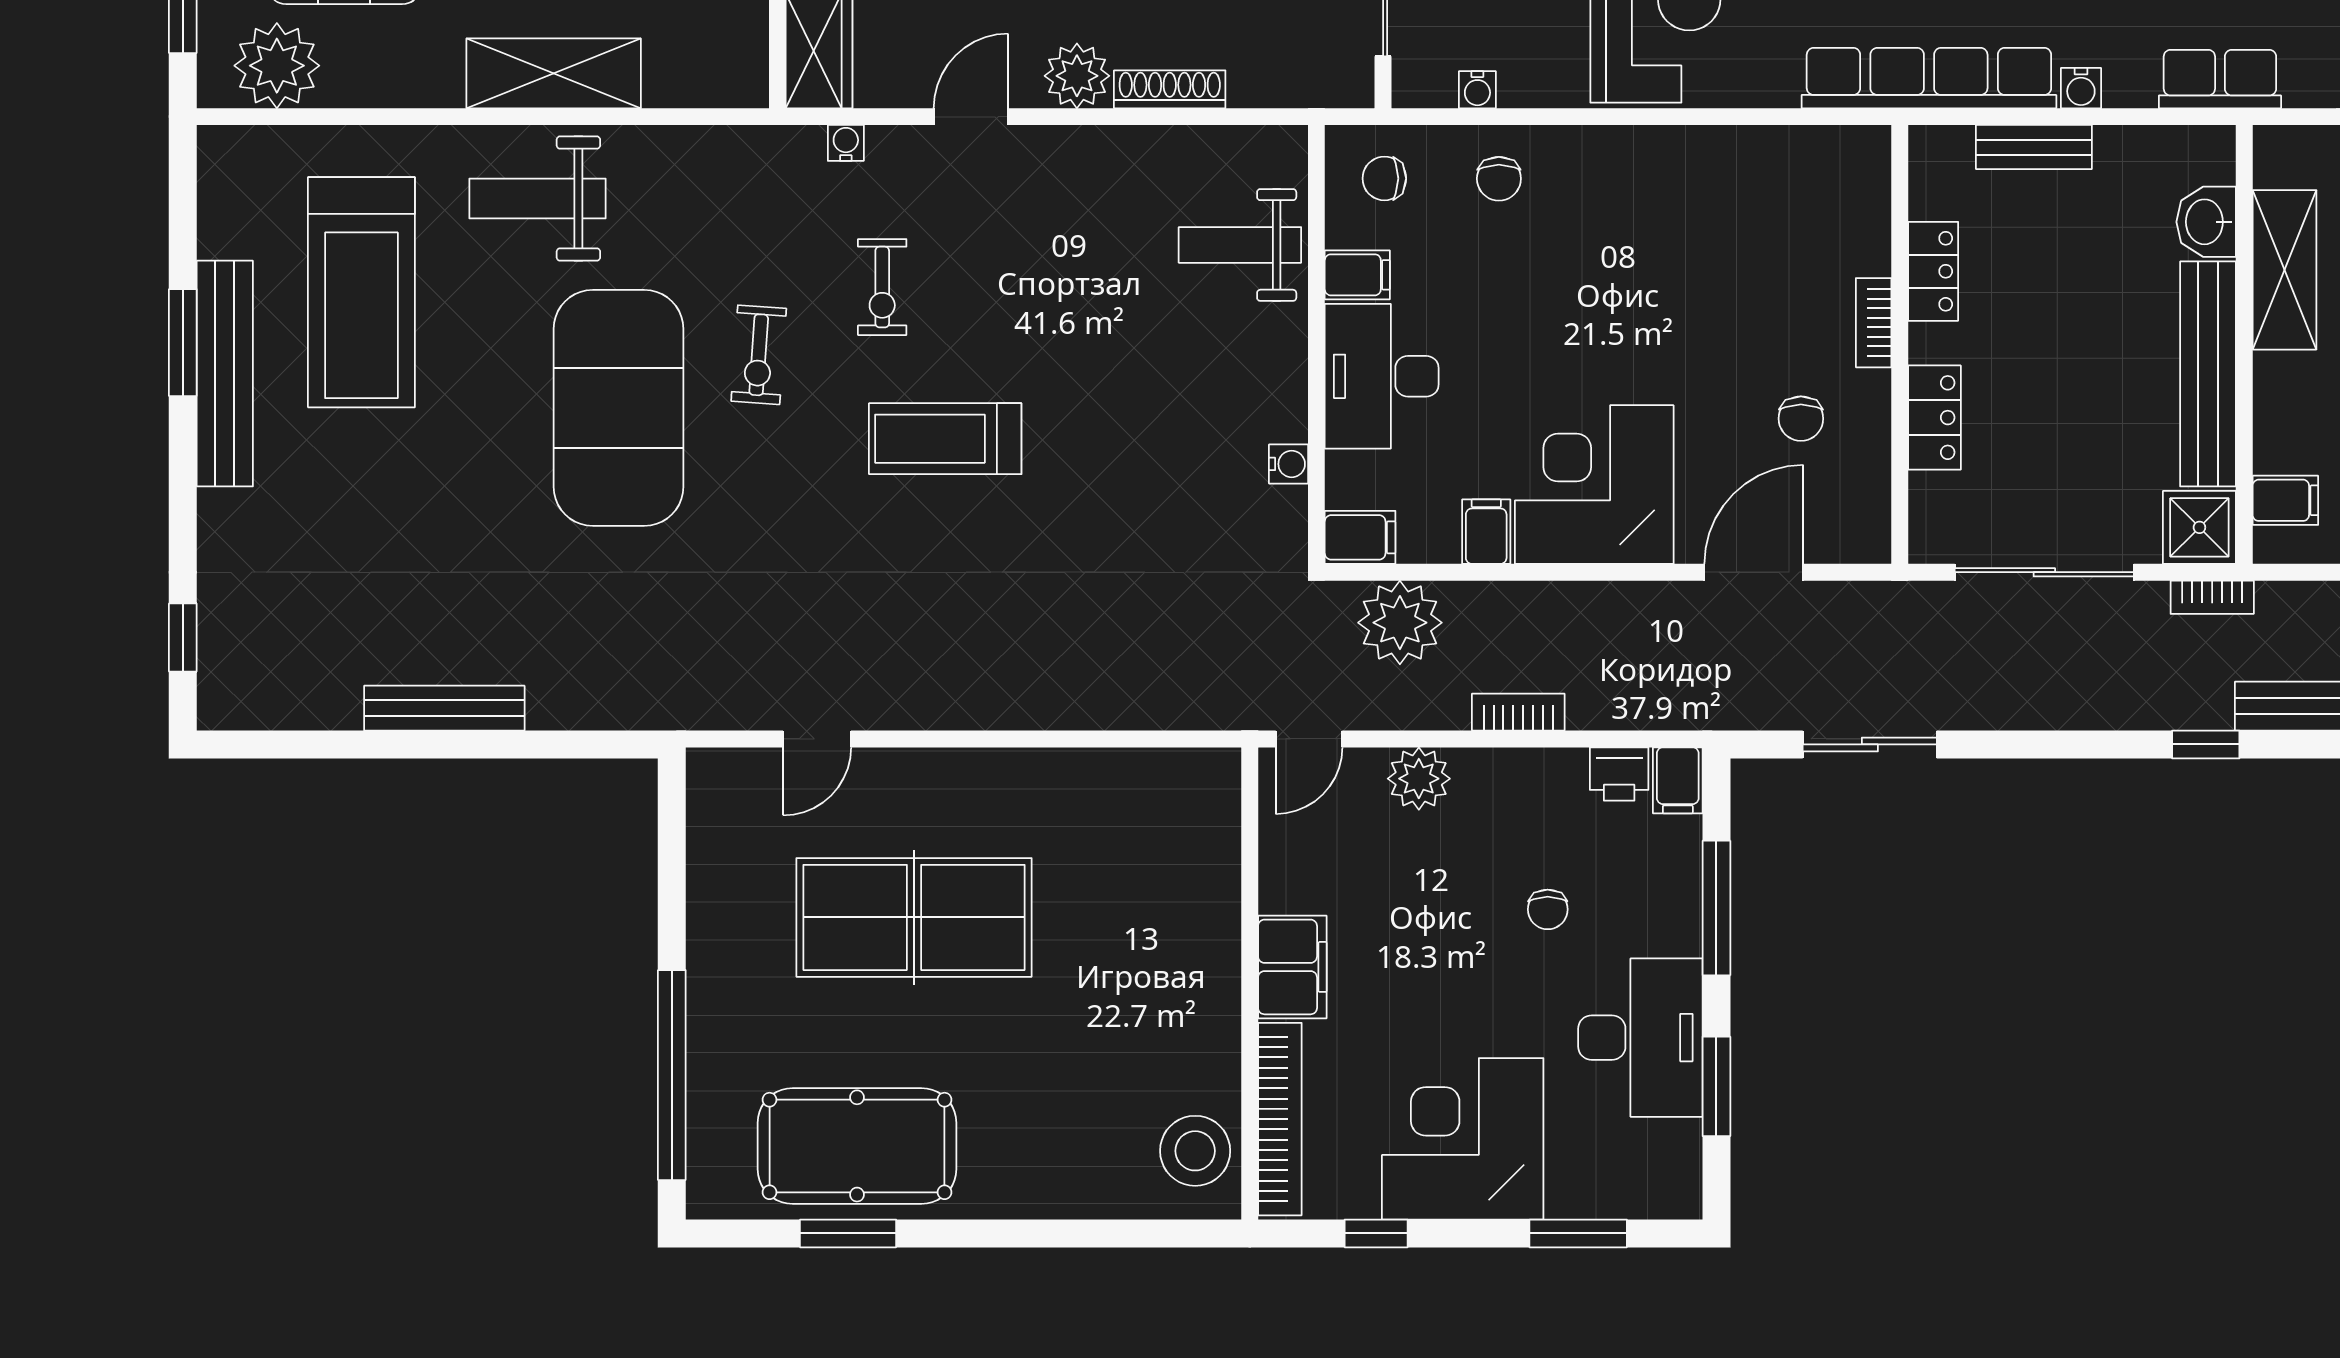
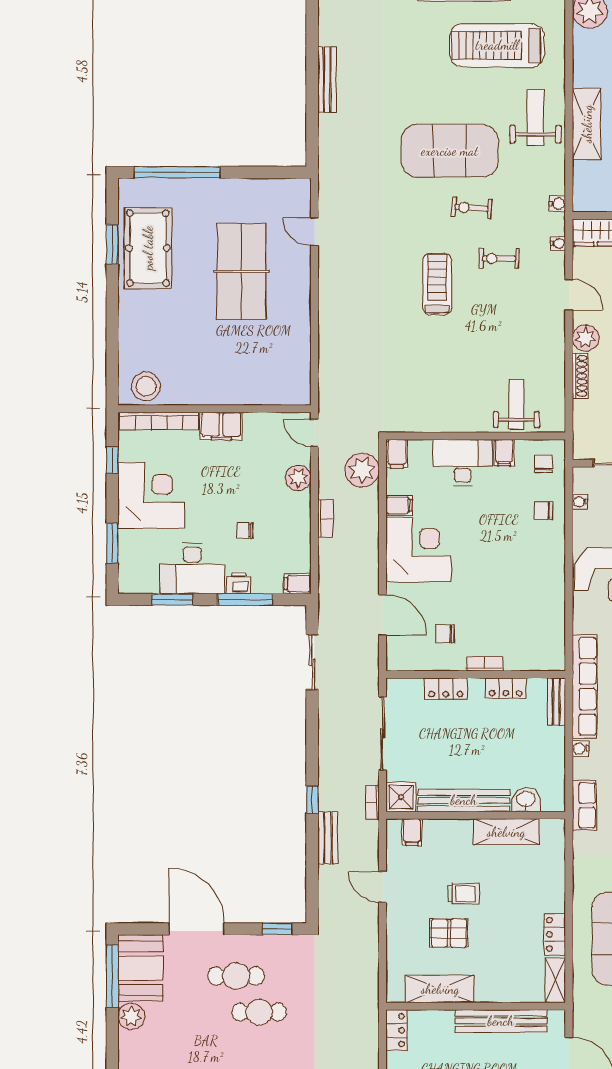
bench: (2034, 147) -> (556, 702), moved
water cooler: (1289, 464) -> (557, 204), moved, turned -90
printer: (1619, 774) -> (238, 583), moved, turned 90

